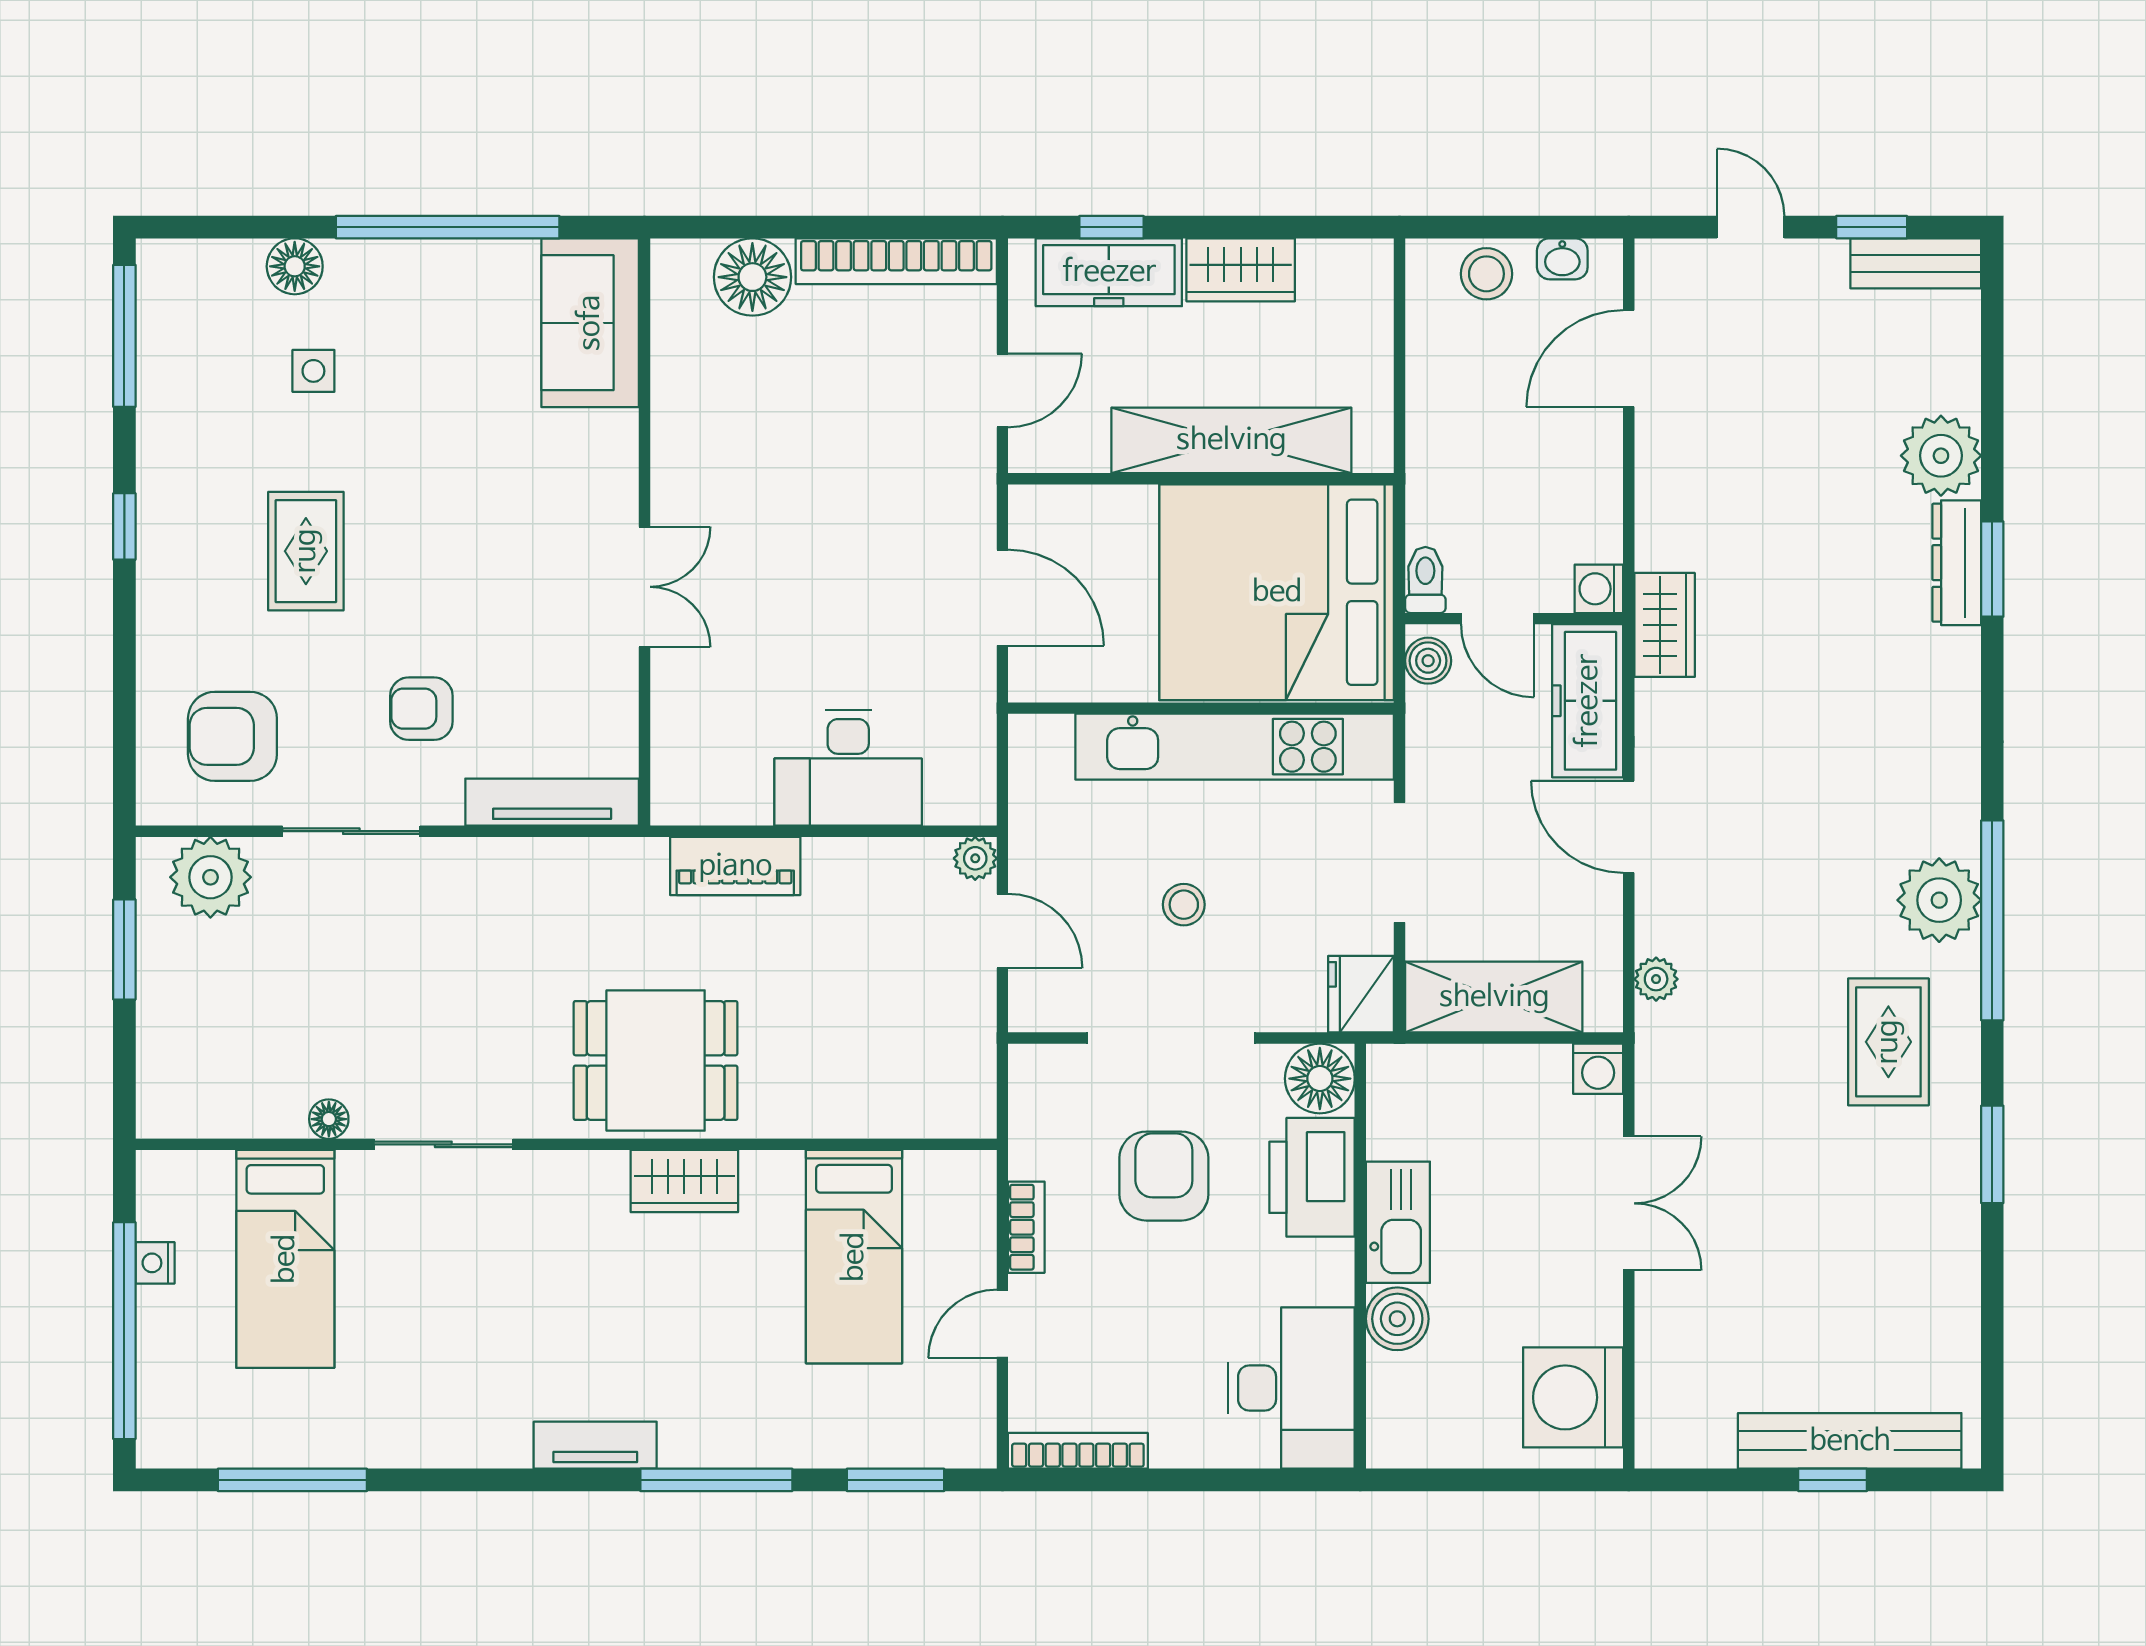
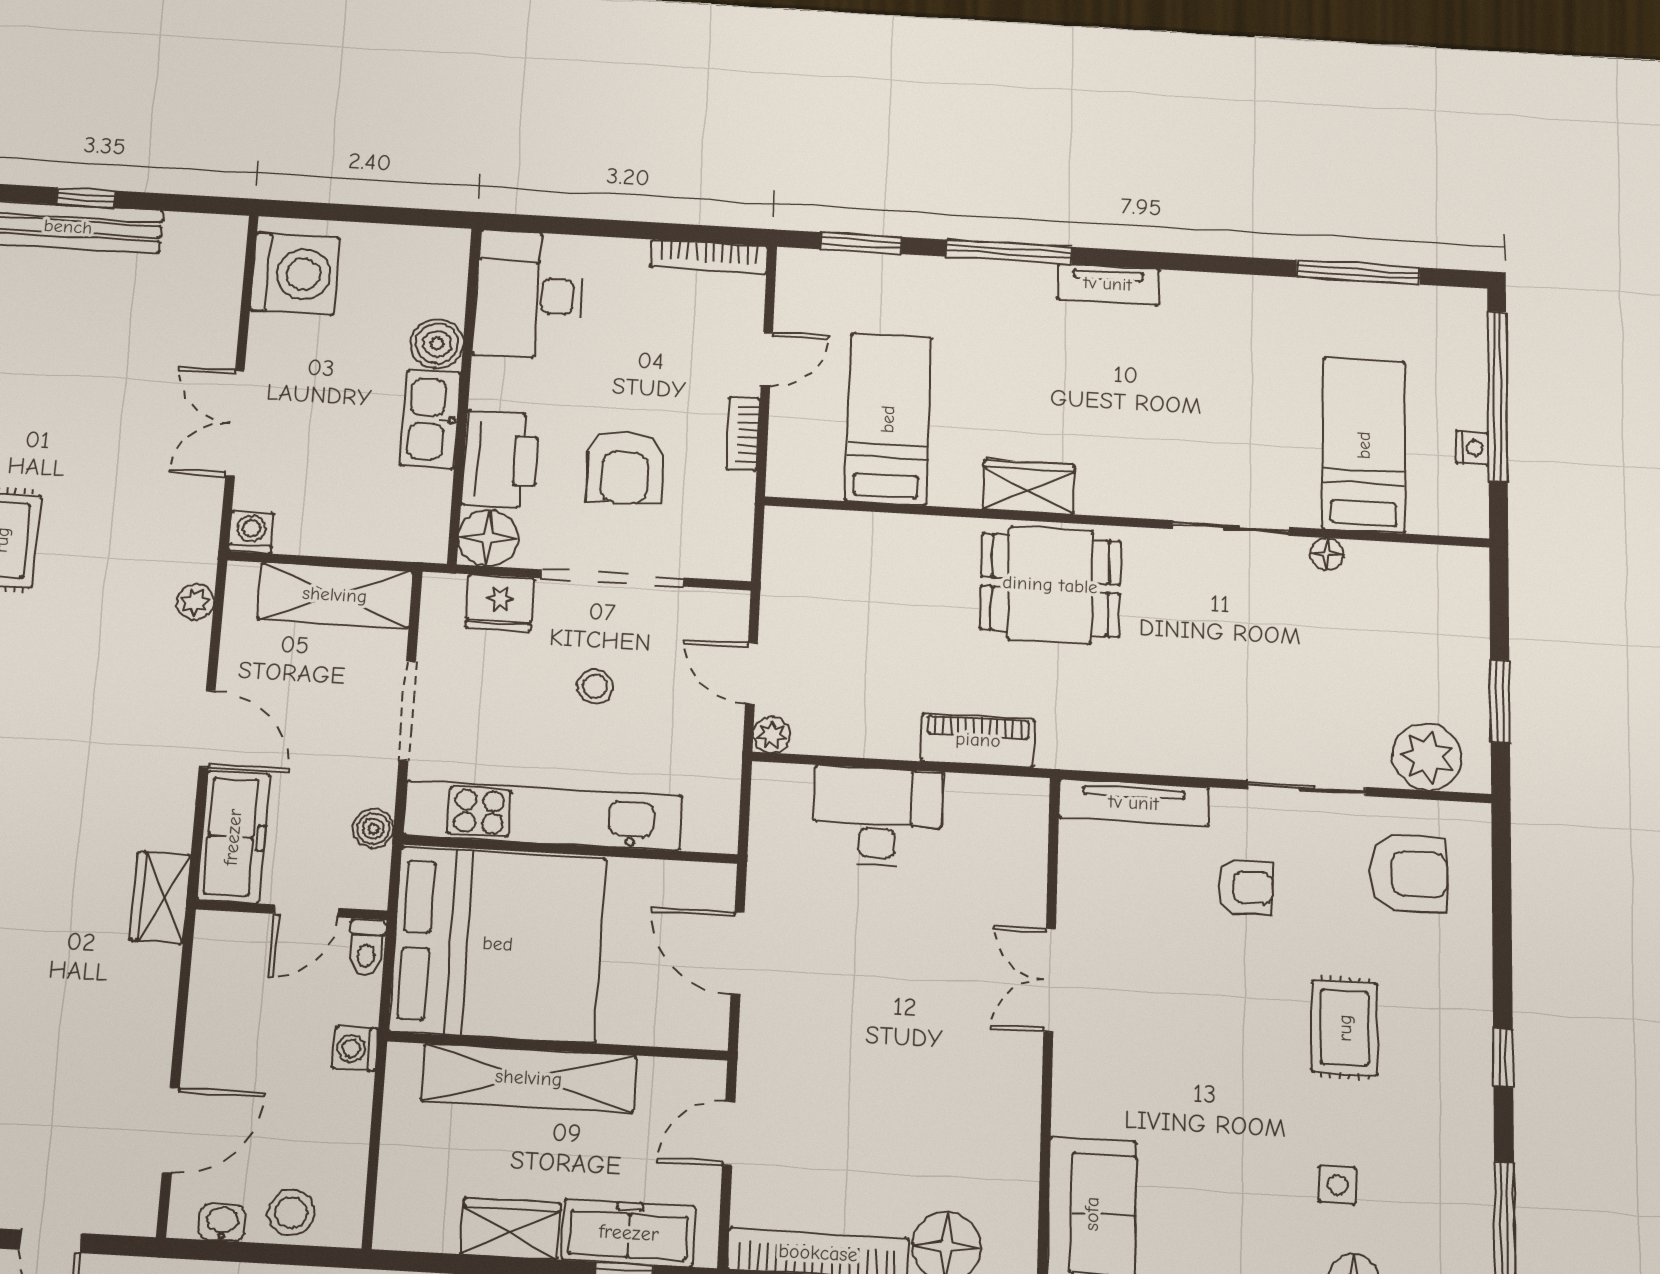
washing machine: (1599, 589) -> (355, 1049), moved, turned 180
door: (1498, 619) -> (306, 911), swing flipped
boiler: (1428, 661) -> (373, 829), moved
fridge: (1361, 994) -> (500, 603), moved, turned 90

